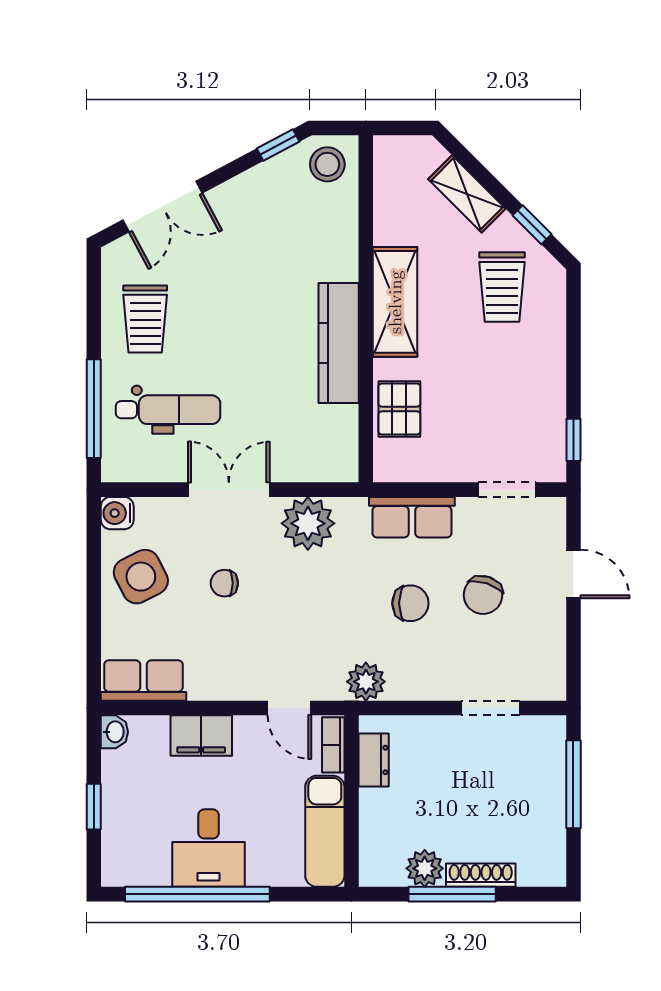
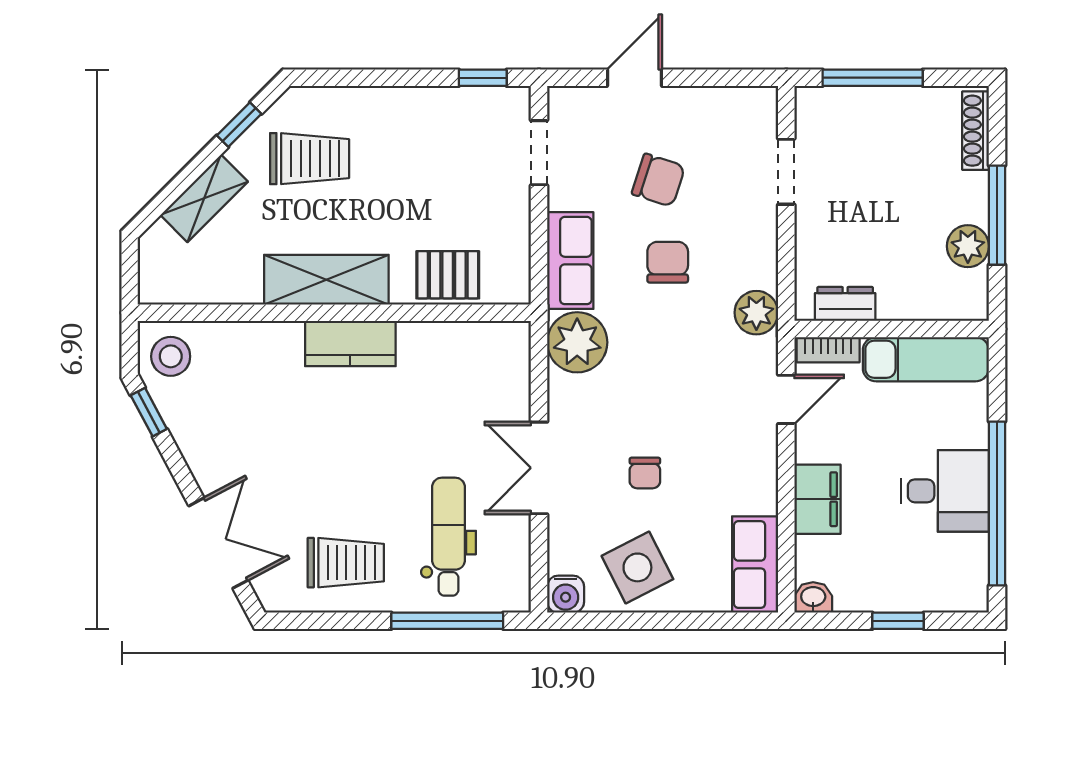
kitchen counter: (339, 343) -> (350, 344), width x0.67
plant: (308, 523) -> (577, 342), moved
shoe rack: (481, 875) -> (976, 131), moved

